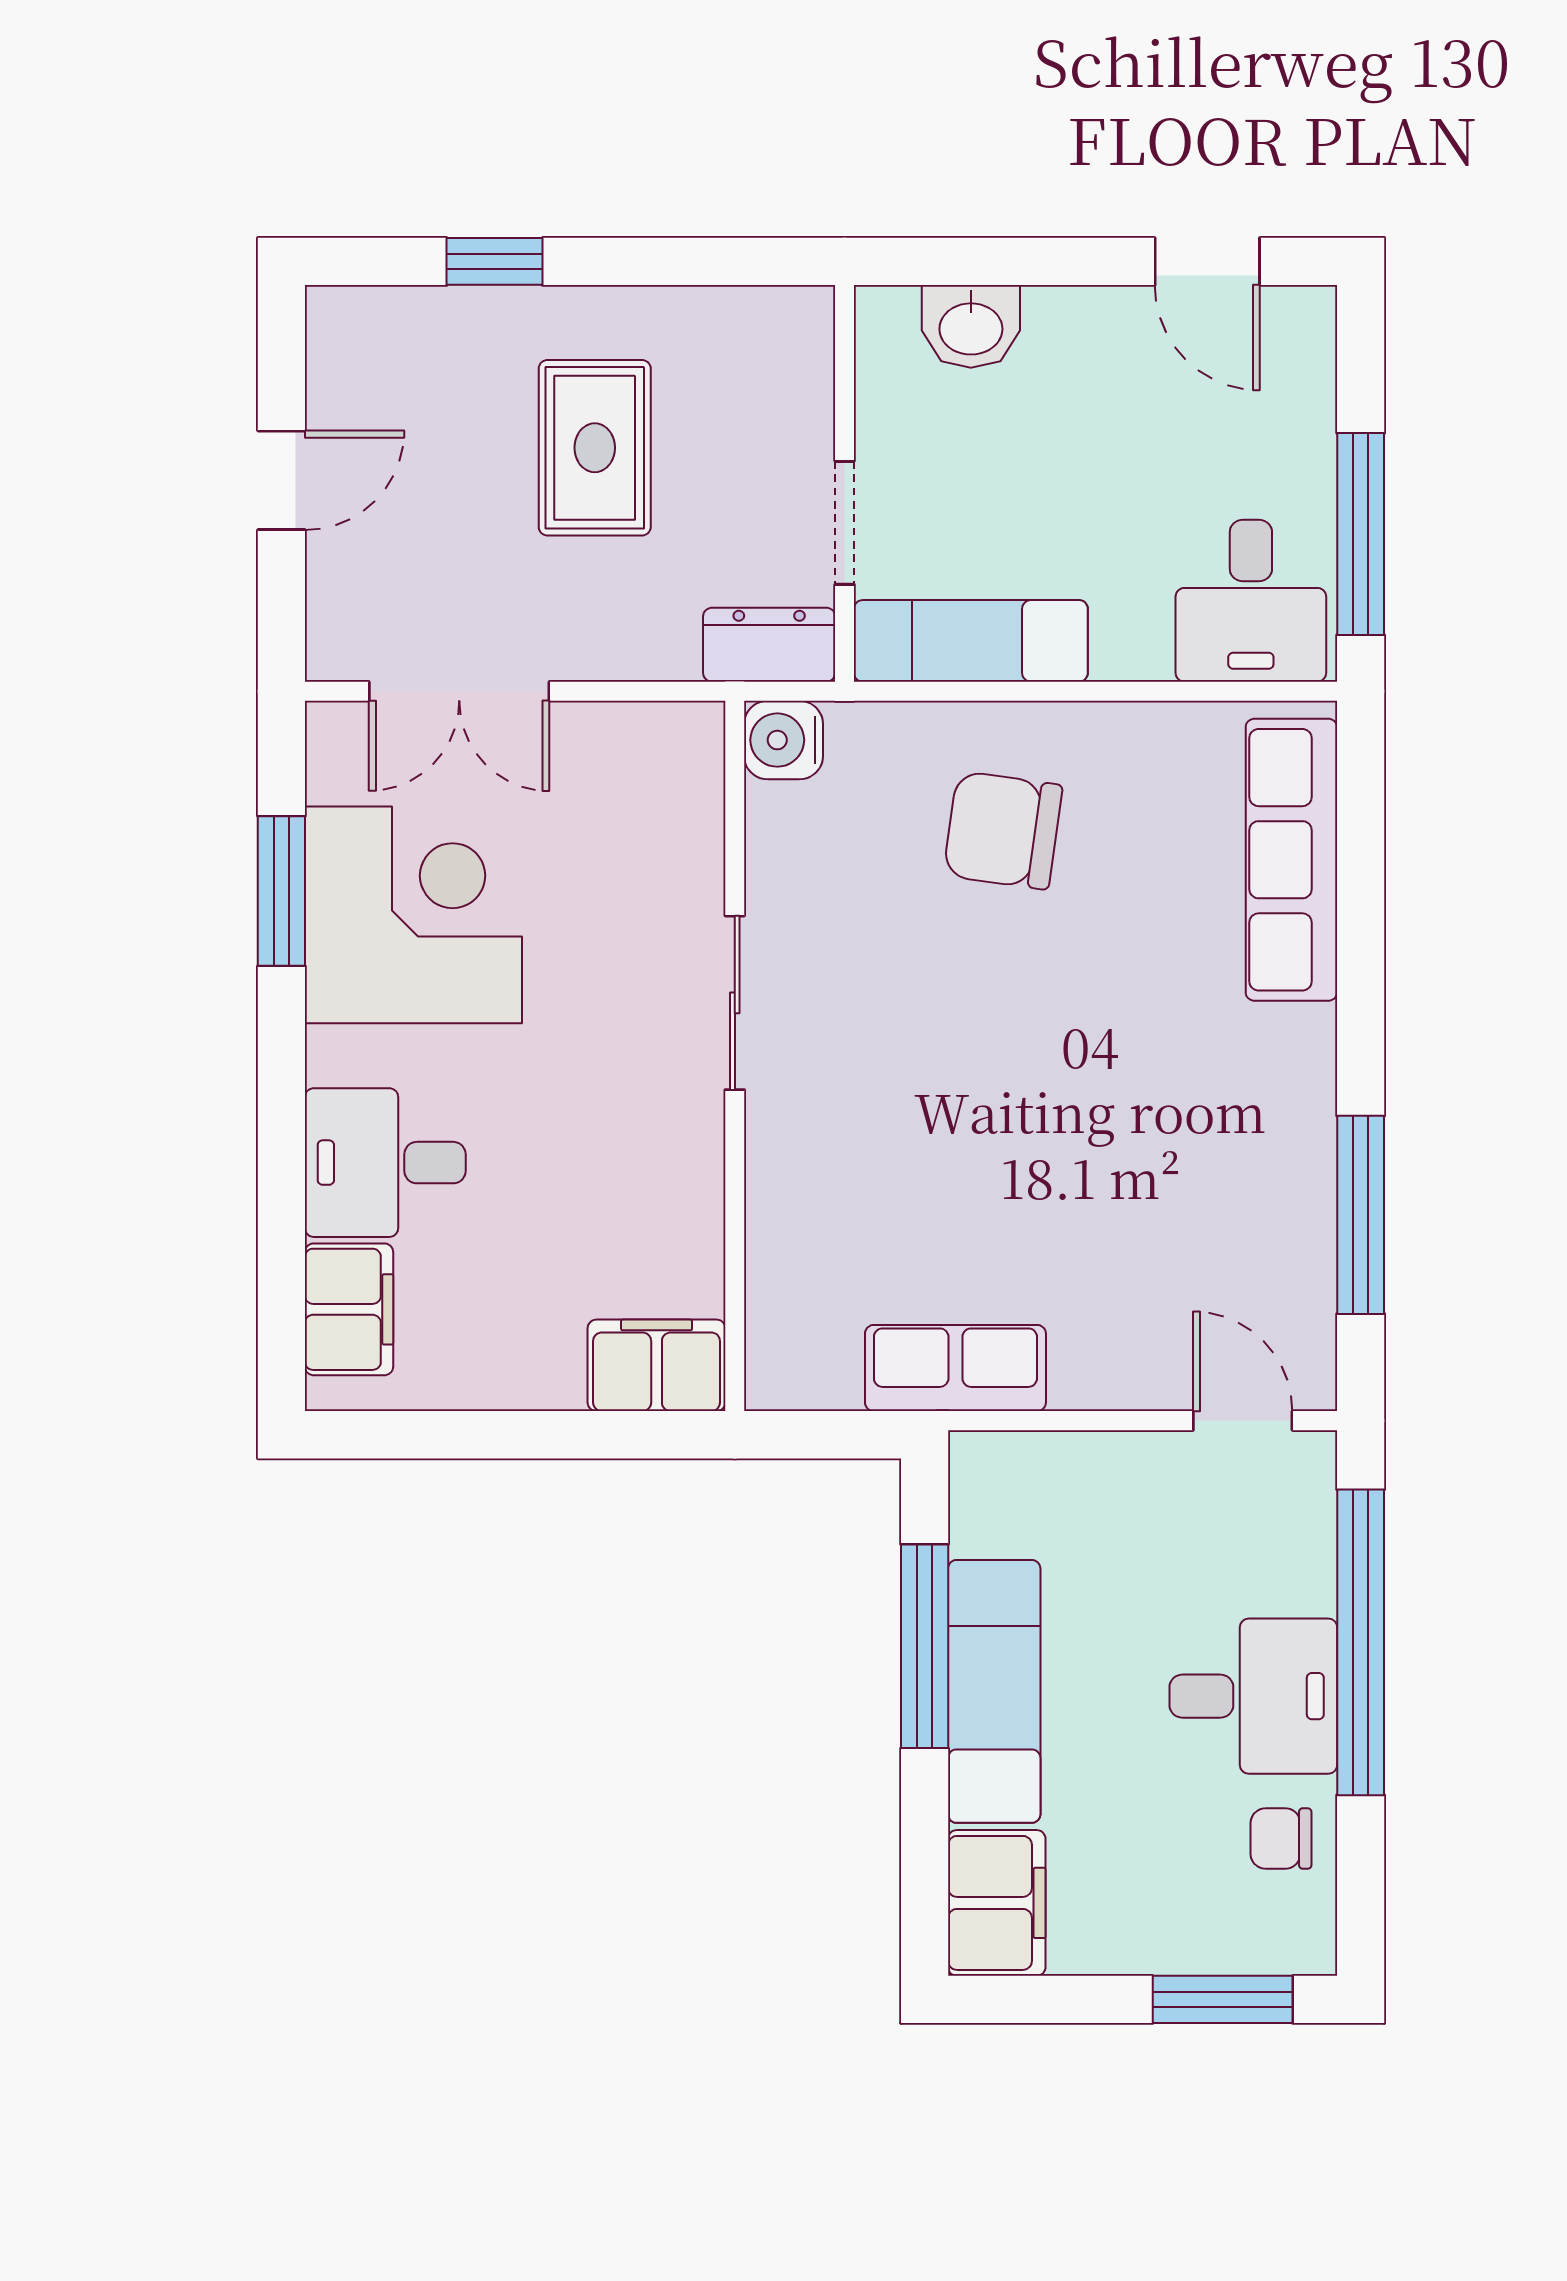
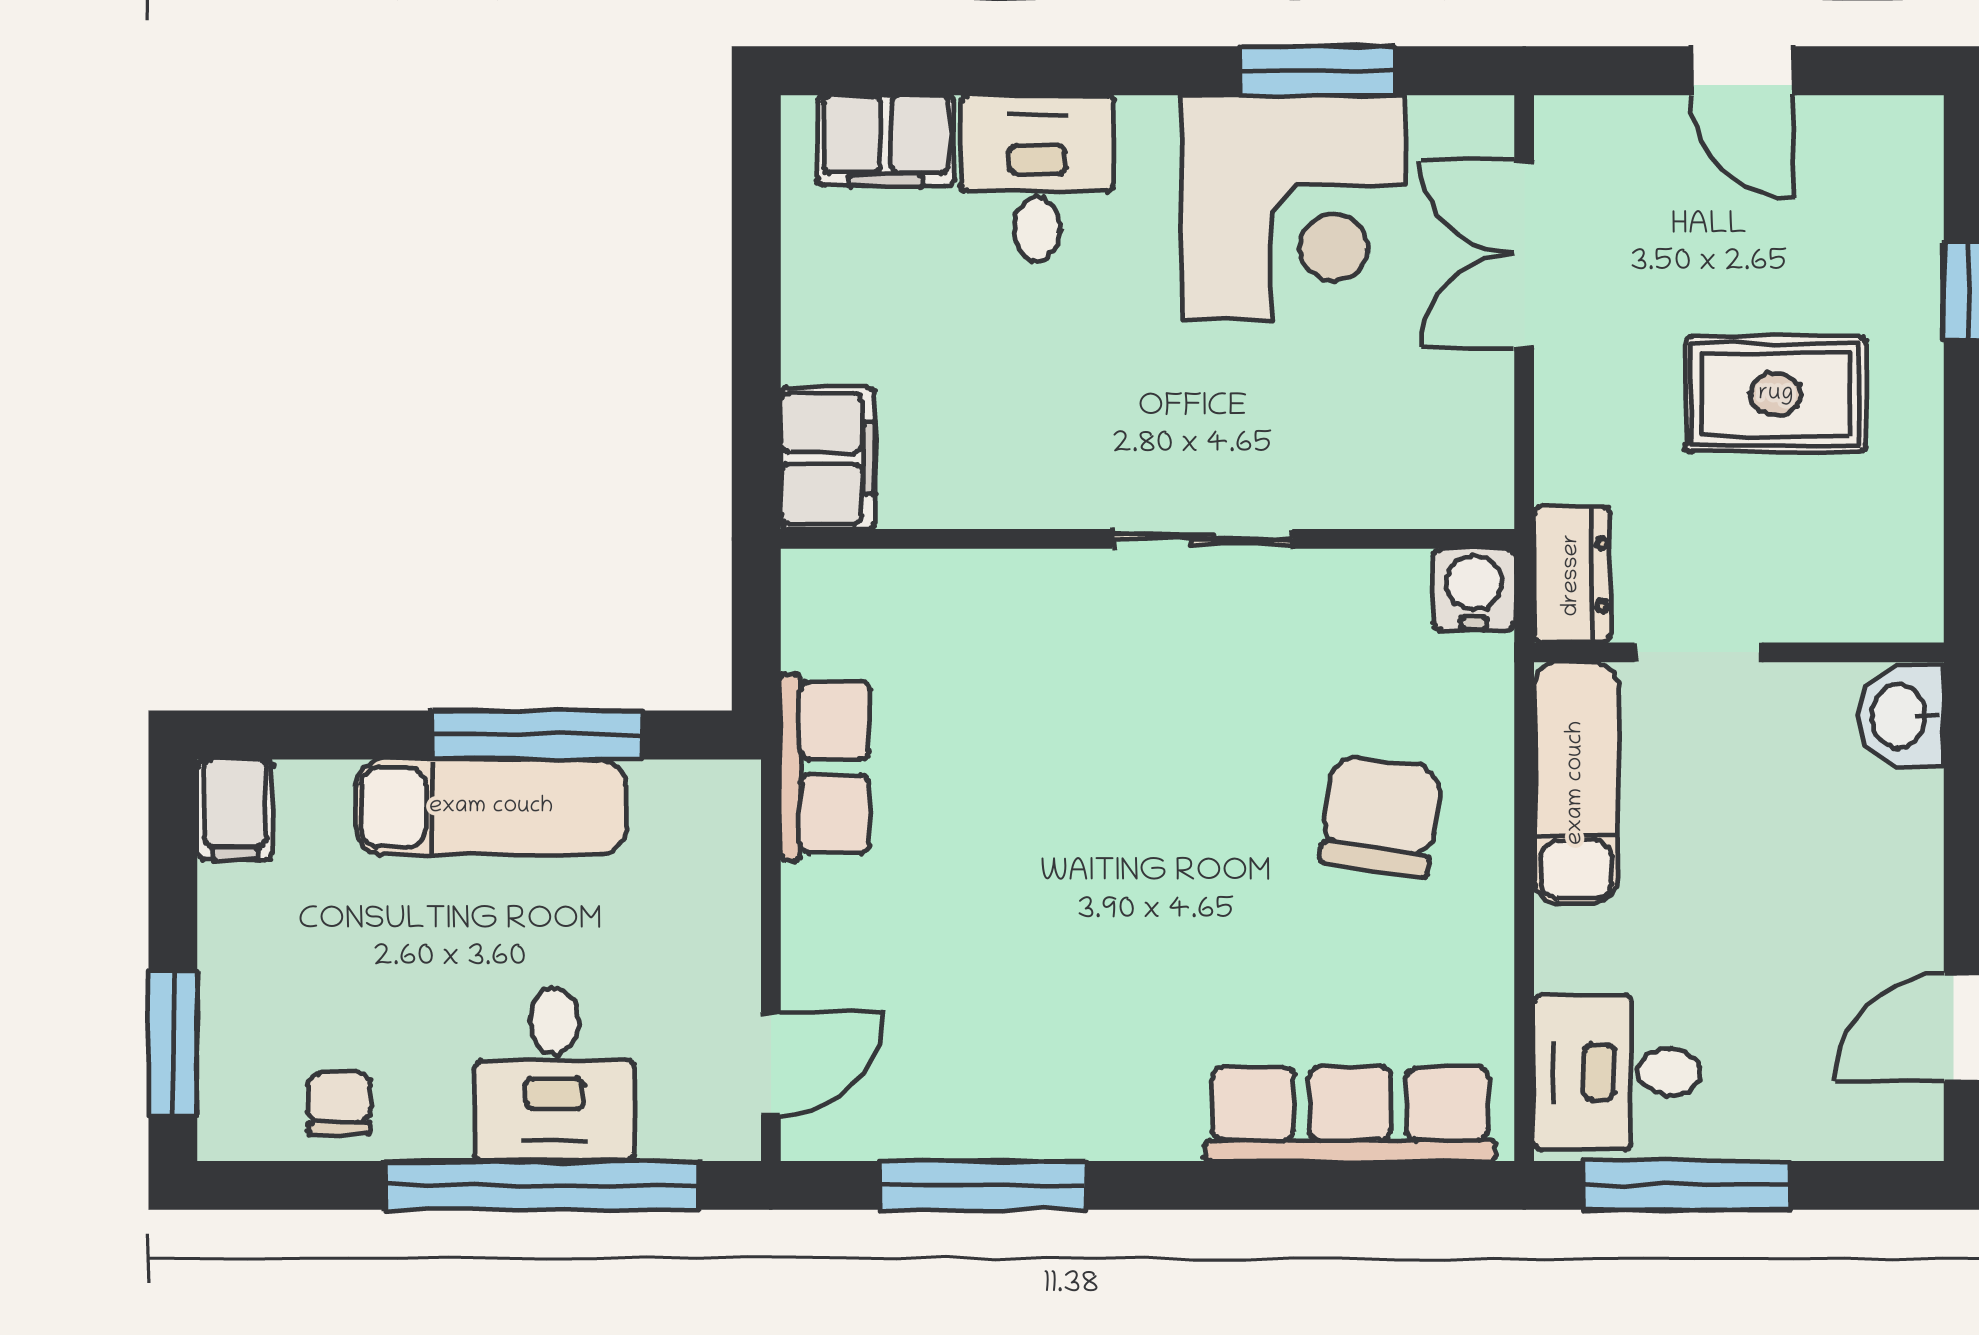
washbasin: (971, 326) -> (1901, 716), moved
desk: (1253, 1696) -> (554, 1075), moved
filing cabinet: (997, 1903) -> (235, 810), width x0.50

